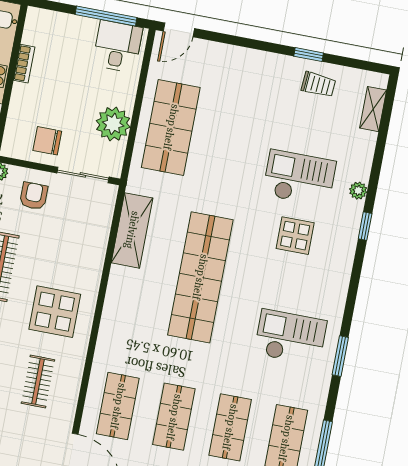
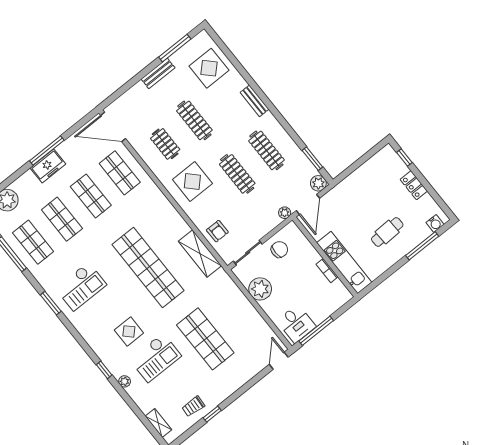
shop shelf: (171, 127) -> (205, 339), moved
armchair: (34, 196) -> (217, 231), moved

